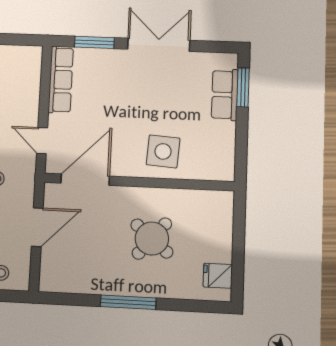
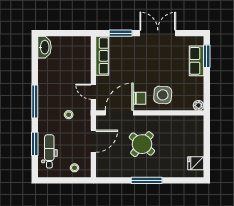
chair: (122, 155) -> (140, 98), added
plant: (226, 172) -> (198, 105), added
round table: (152, 239) -> (142, 144), moved

